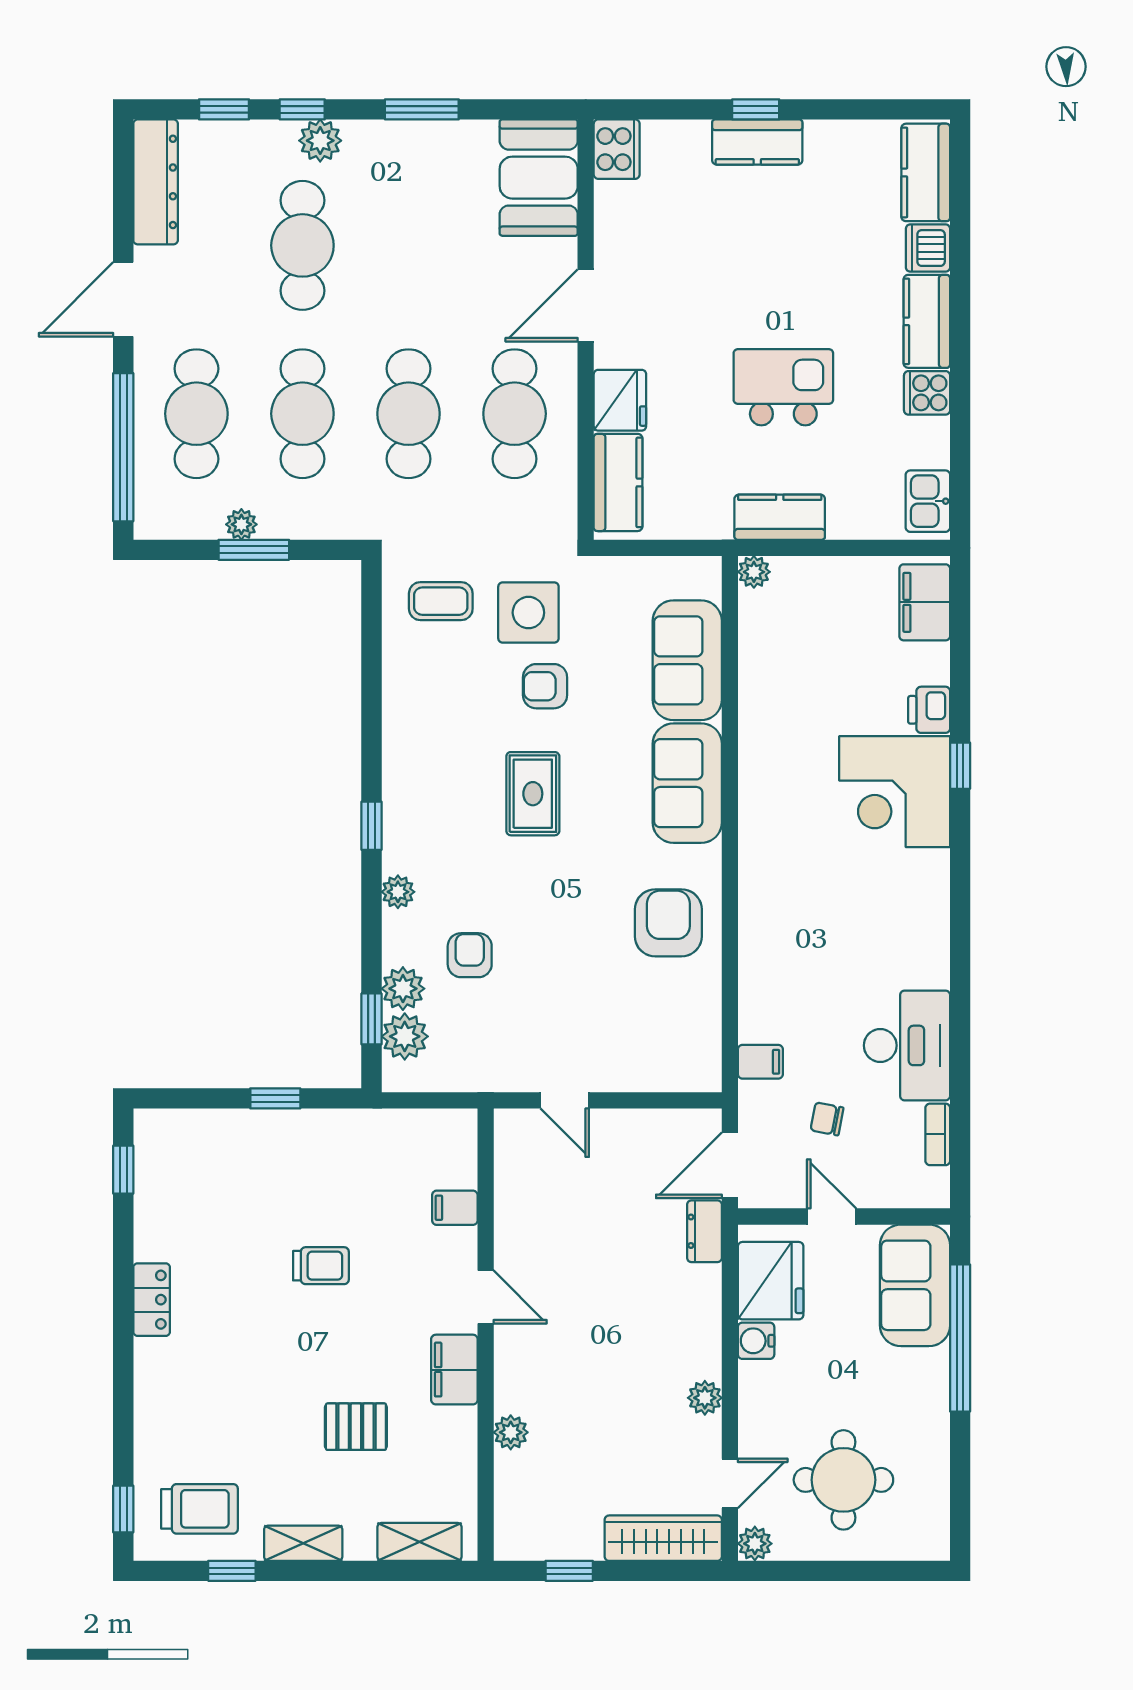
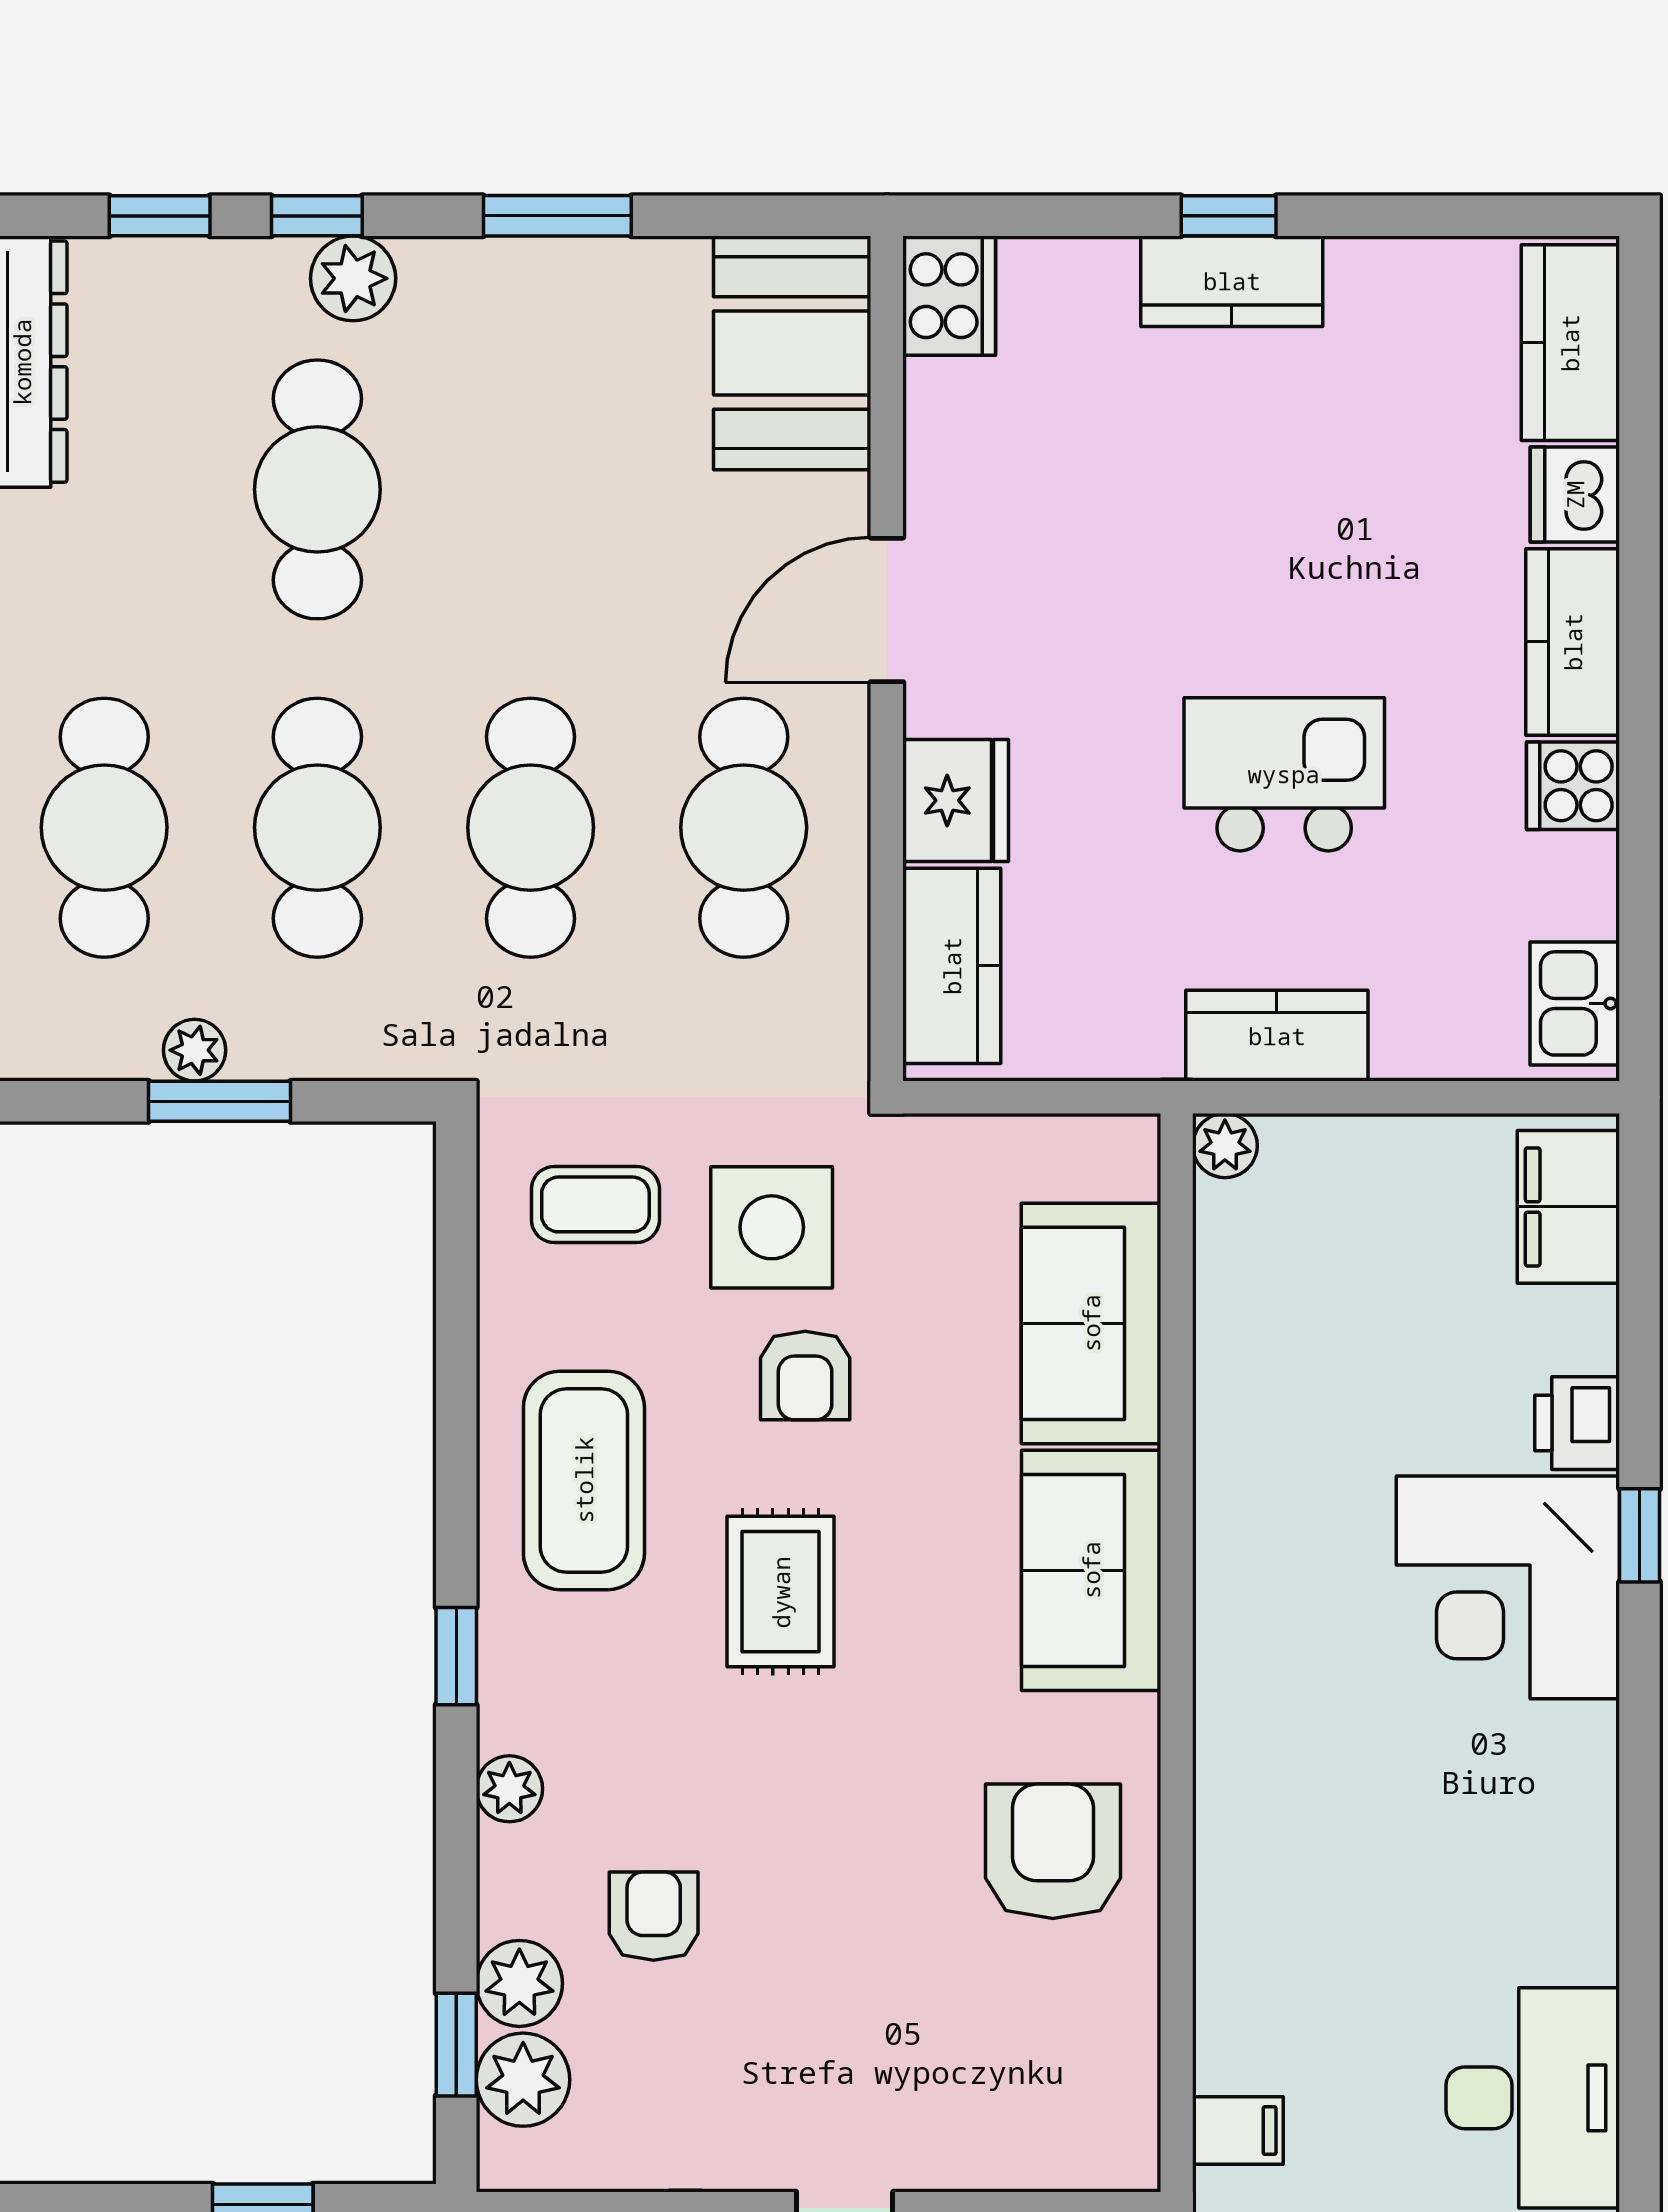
armchair: (545, 686) -> (805, 1375), turned -90
coffee table: (435, 738) -> (584, 1480), added

